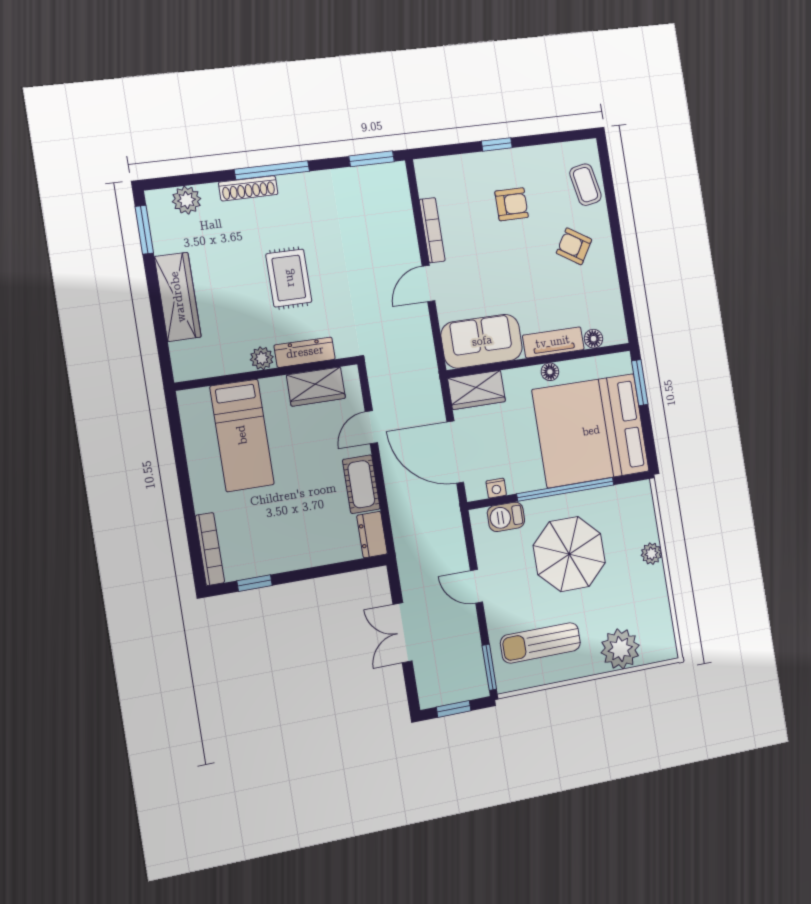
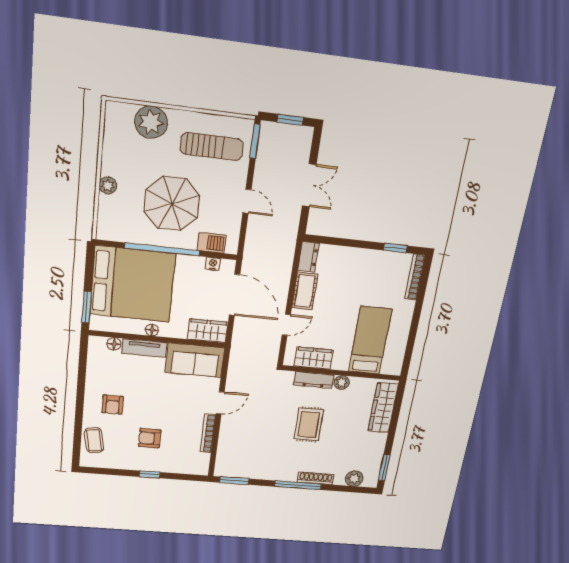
armchair: (574, 246) -> (113, 405), turned 58
wardrobe: (178, 297) -> (383, 408), moved

